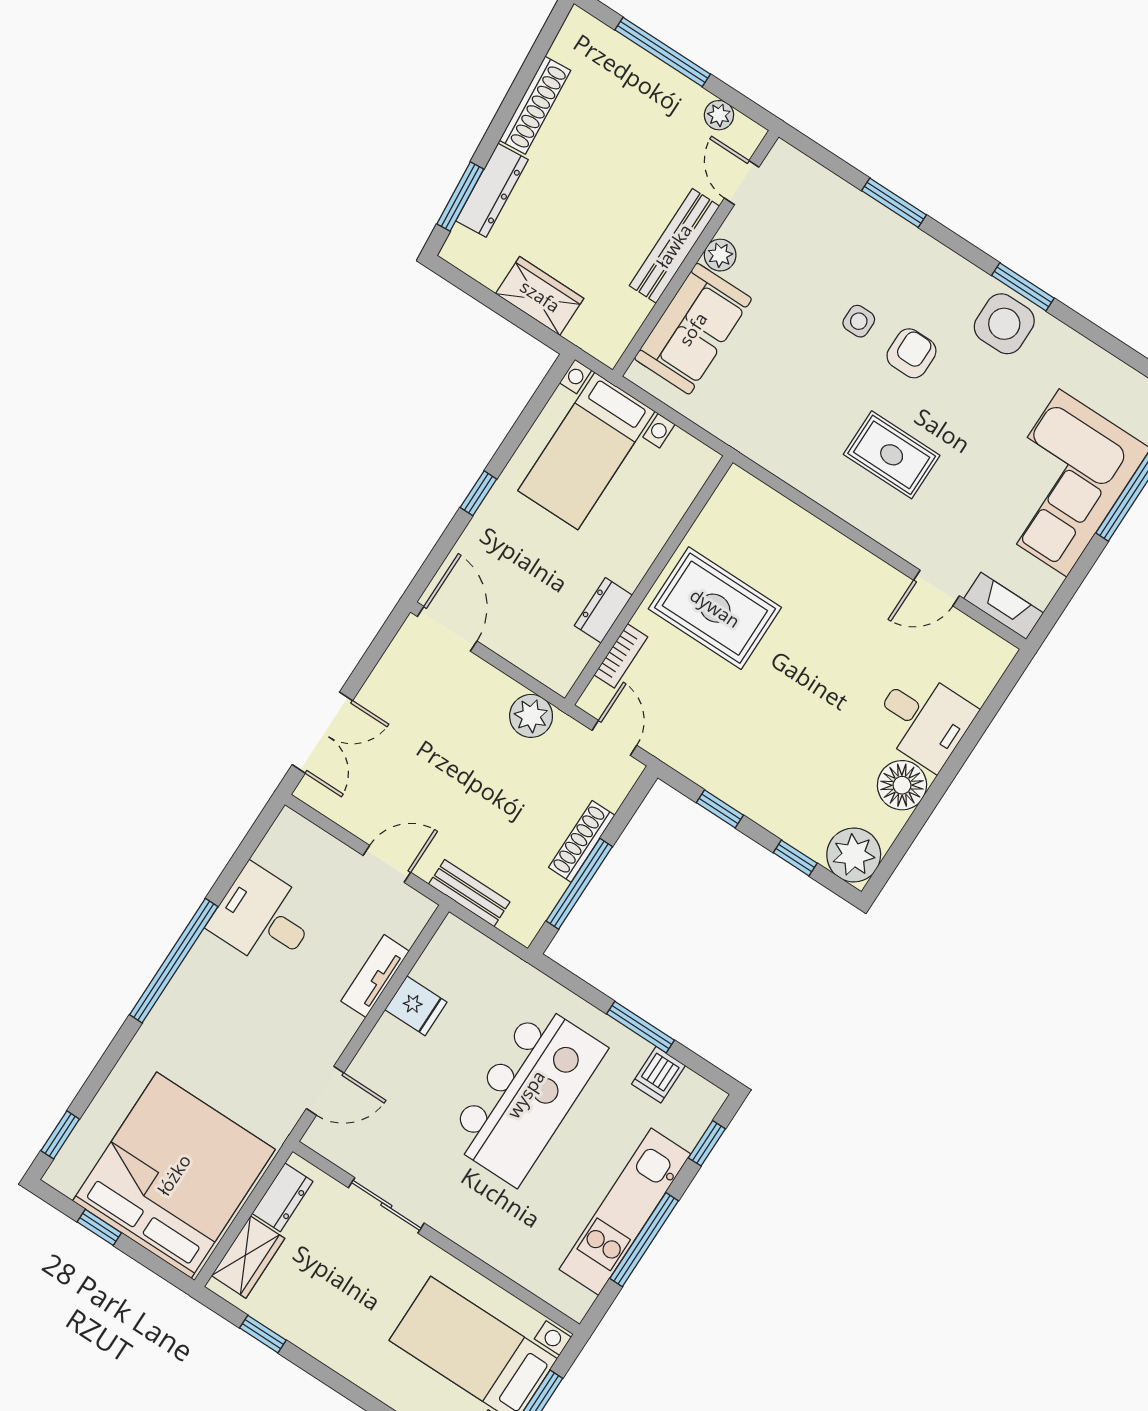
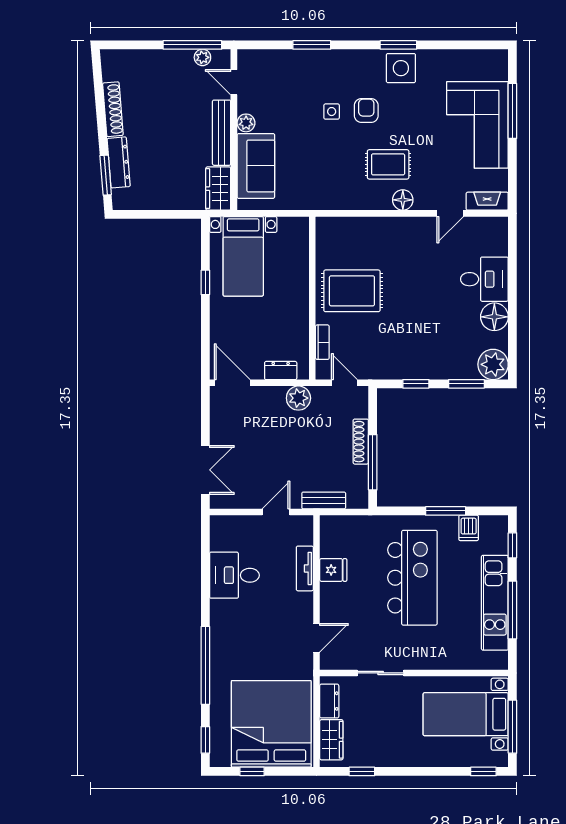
window: (663, 52) -> (192, 45), moved
wardrobe: (540, 296) -> (218, 189), moved, turned -90
window: (478, 493) -> (205, 282), moved
floor lamp: (879, 522) -> (403, 200), added
dresser: (603, 610) -> (281, 371), moved, turned 90
window: (795, 858) -> (466, 384), width x1.50
window: (174, 961) -> (205, 665), moved

